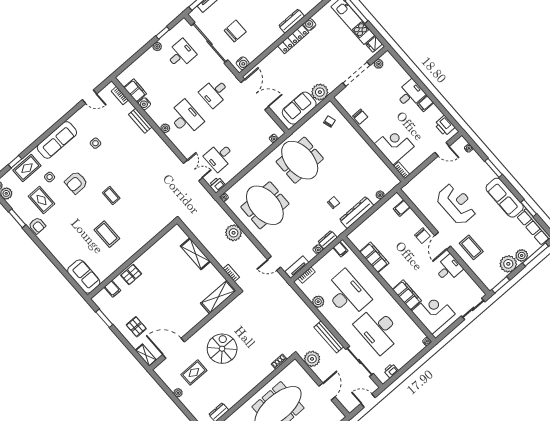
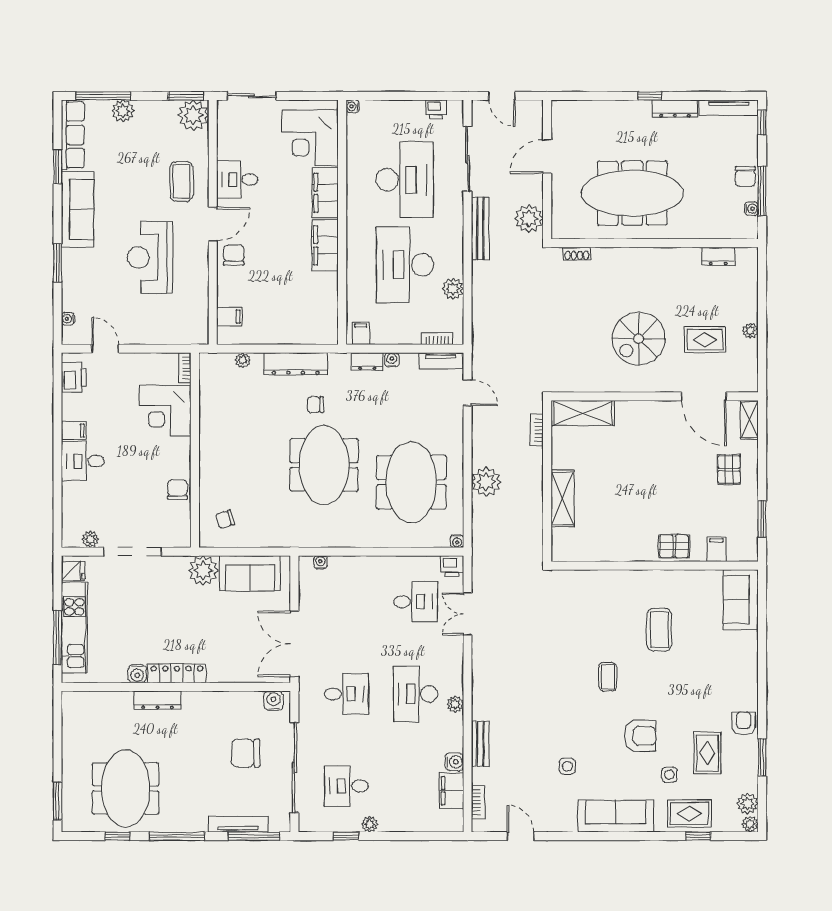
meeting table: (300, 160) -> (324, 465), moved
filing cabinet: (374, 257) -> (325, 245), moved
plant: (508, 264) -> (193, 115), moved

